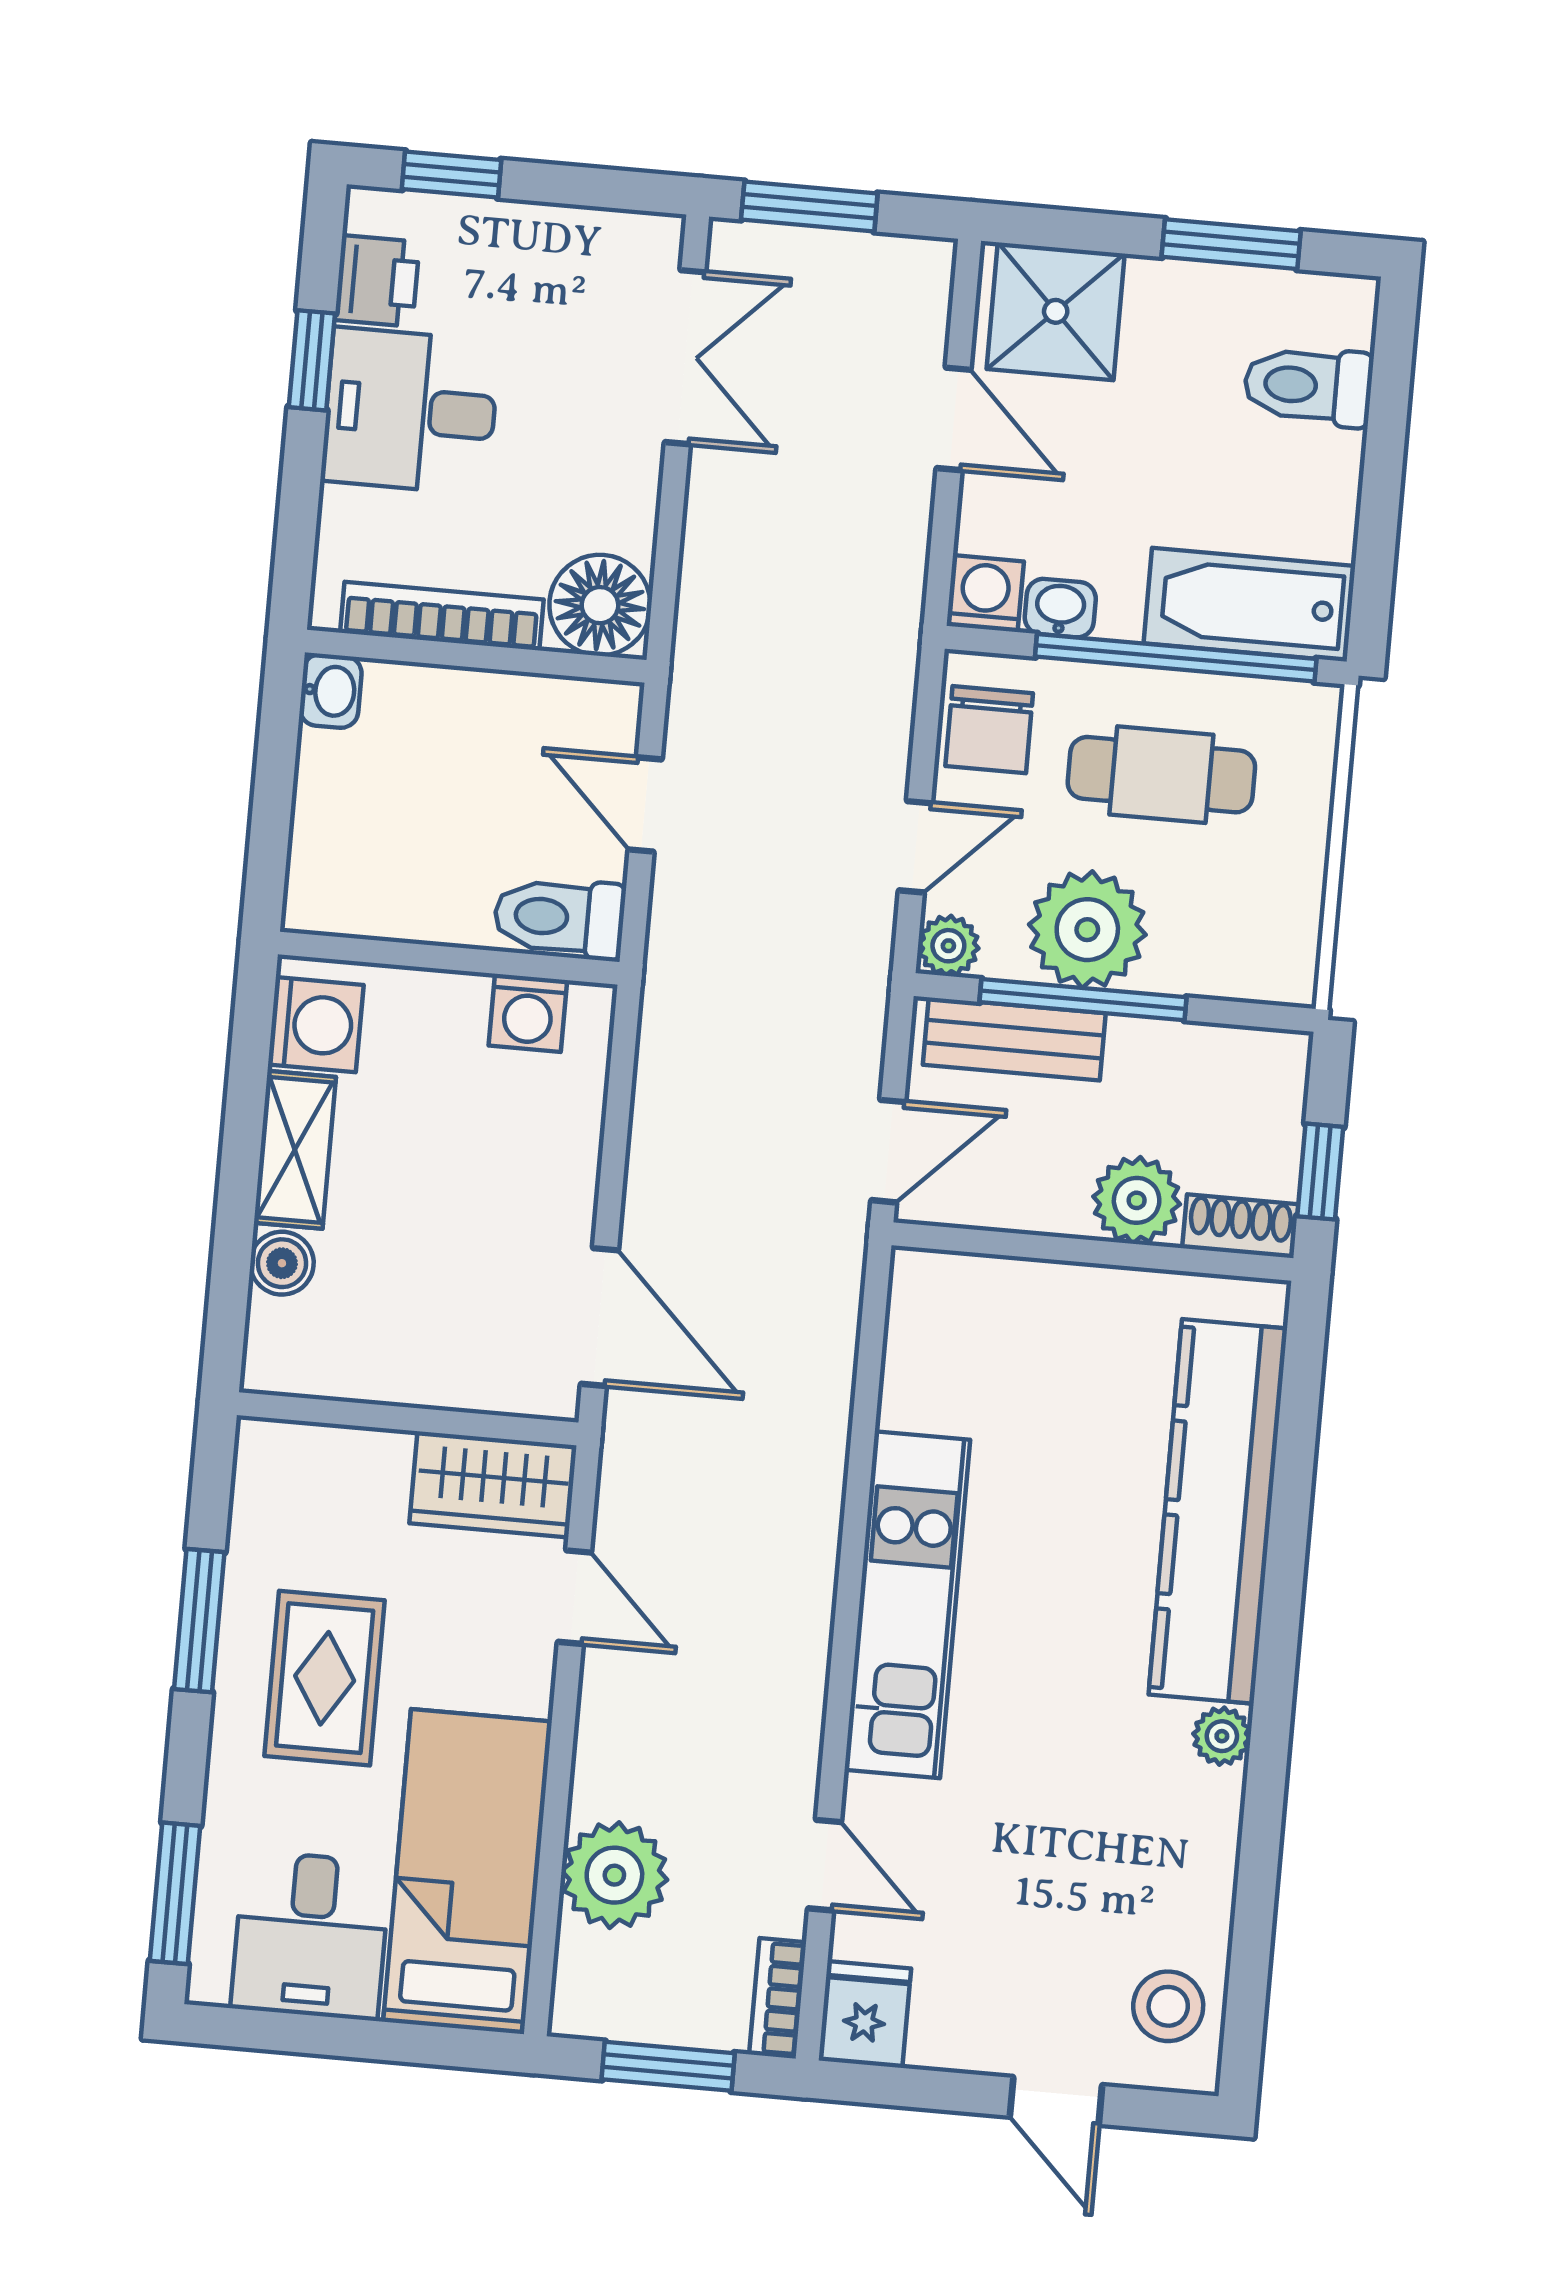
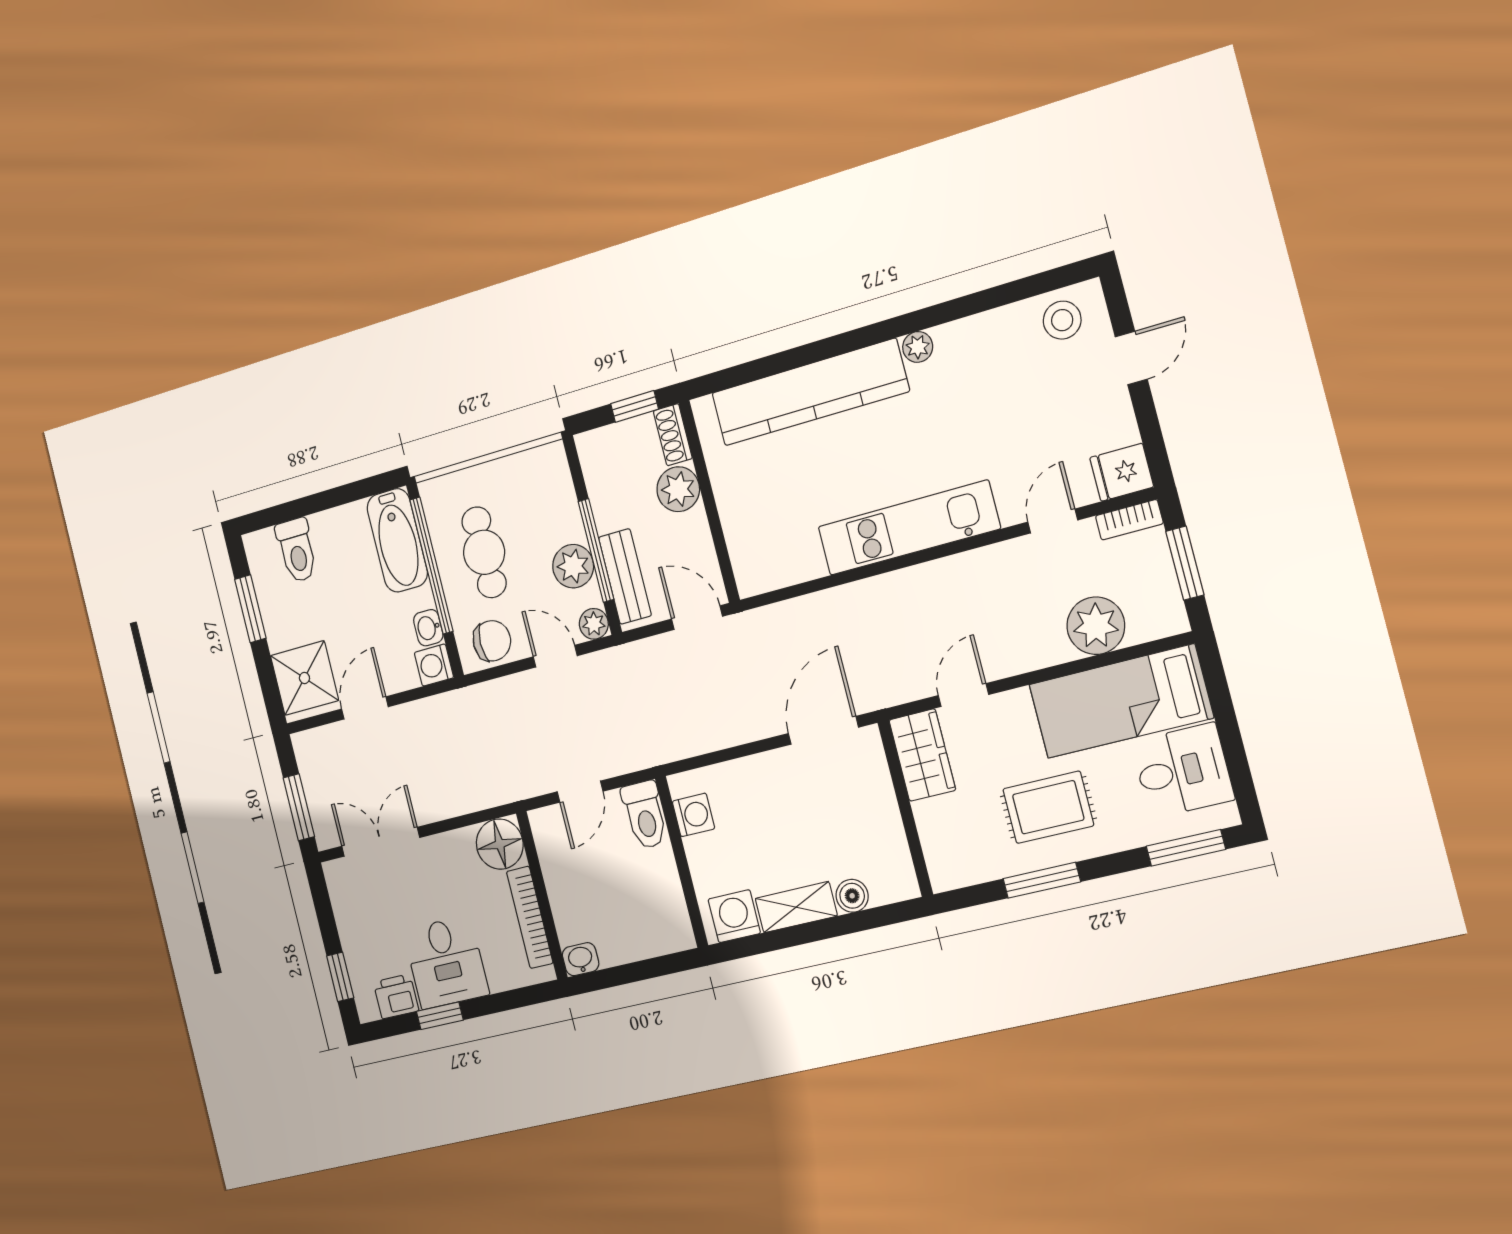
plant: (1087, 930) -> (573, 566), width x0.73, depth x0.73

